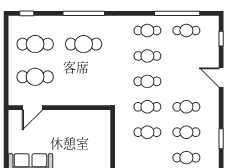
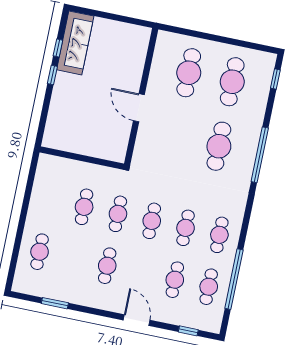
door: (221, 77) -> (137, 320), hinge flipped
door: (33, 108) -> (139, 108), moved
cafe table: (186, 132) -> (175, 280), moved

